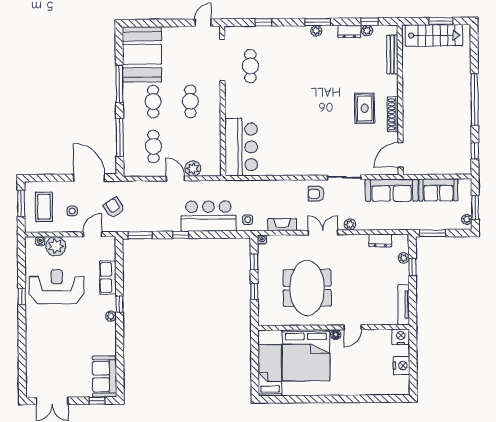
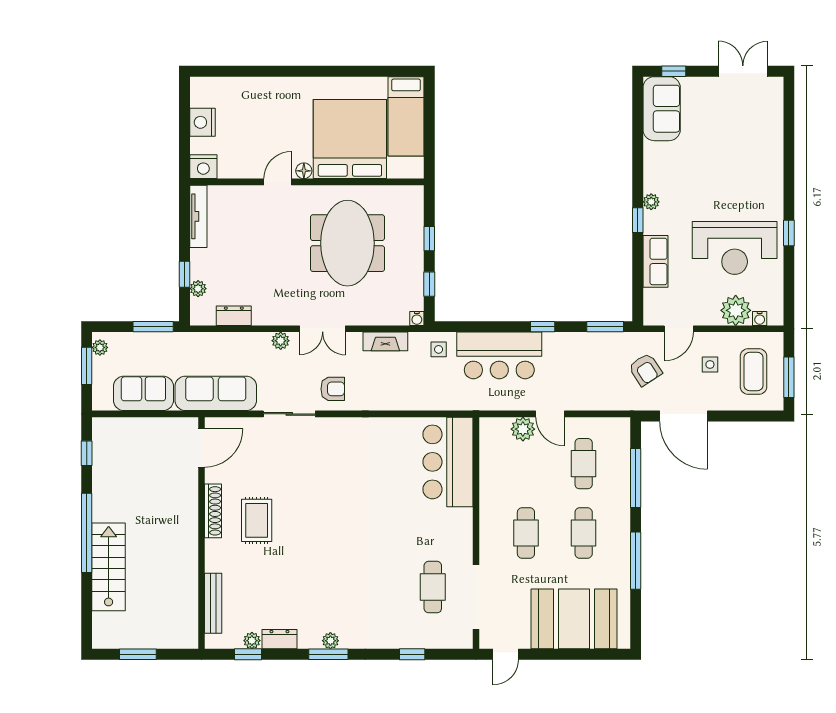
stairs: (434, 35) -> (109, 567), moved, turned 90
booth: (142, 54) -> (574, 619), moved, turned 90

